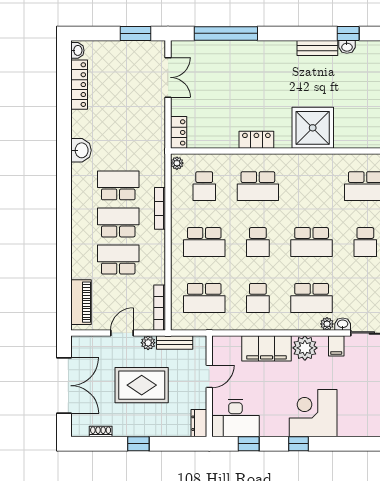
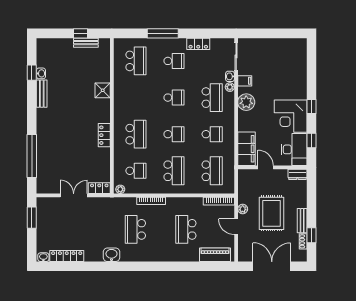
double door: (168, 77) -> (74, 195), moved
shower: (313, 128) -> (103, 90), width x0.54, depth x0.54
school desk: (118, 222) -> (161, 229), removed
school desk: (312, 242) -> (174, 98), width x0.54
bench: (175, 342) -> (302, 221), moved
filing cabinet: (266, 348) -> (247, 149), moved
corner desk: (313, 413) -> (291, 116), moved
window: (138, 444) -> (312, 235), moved

